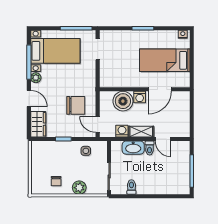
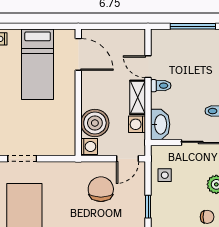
door: (160, 89) -> (78, 54), moved
washing machine: (140, 97) -> (89, 147), moved
door: (163, 139) -> (148, 67), swing flipped
washbasin: (133, 148) -> (160, 124), moved

